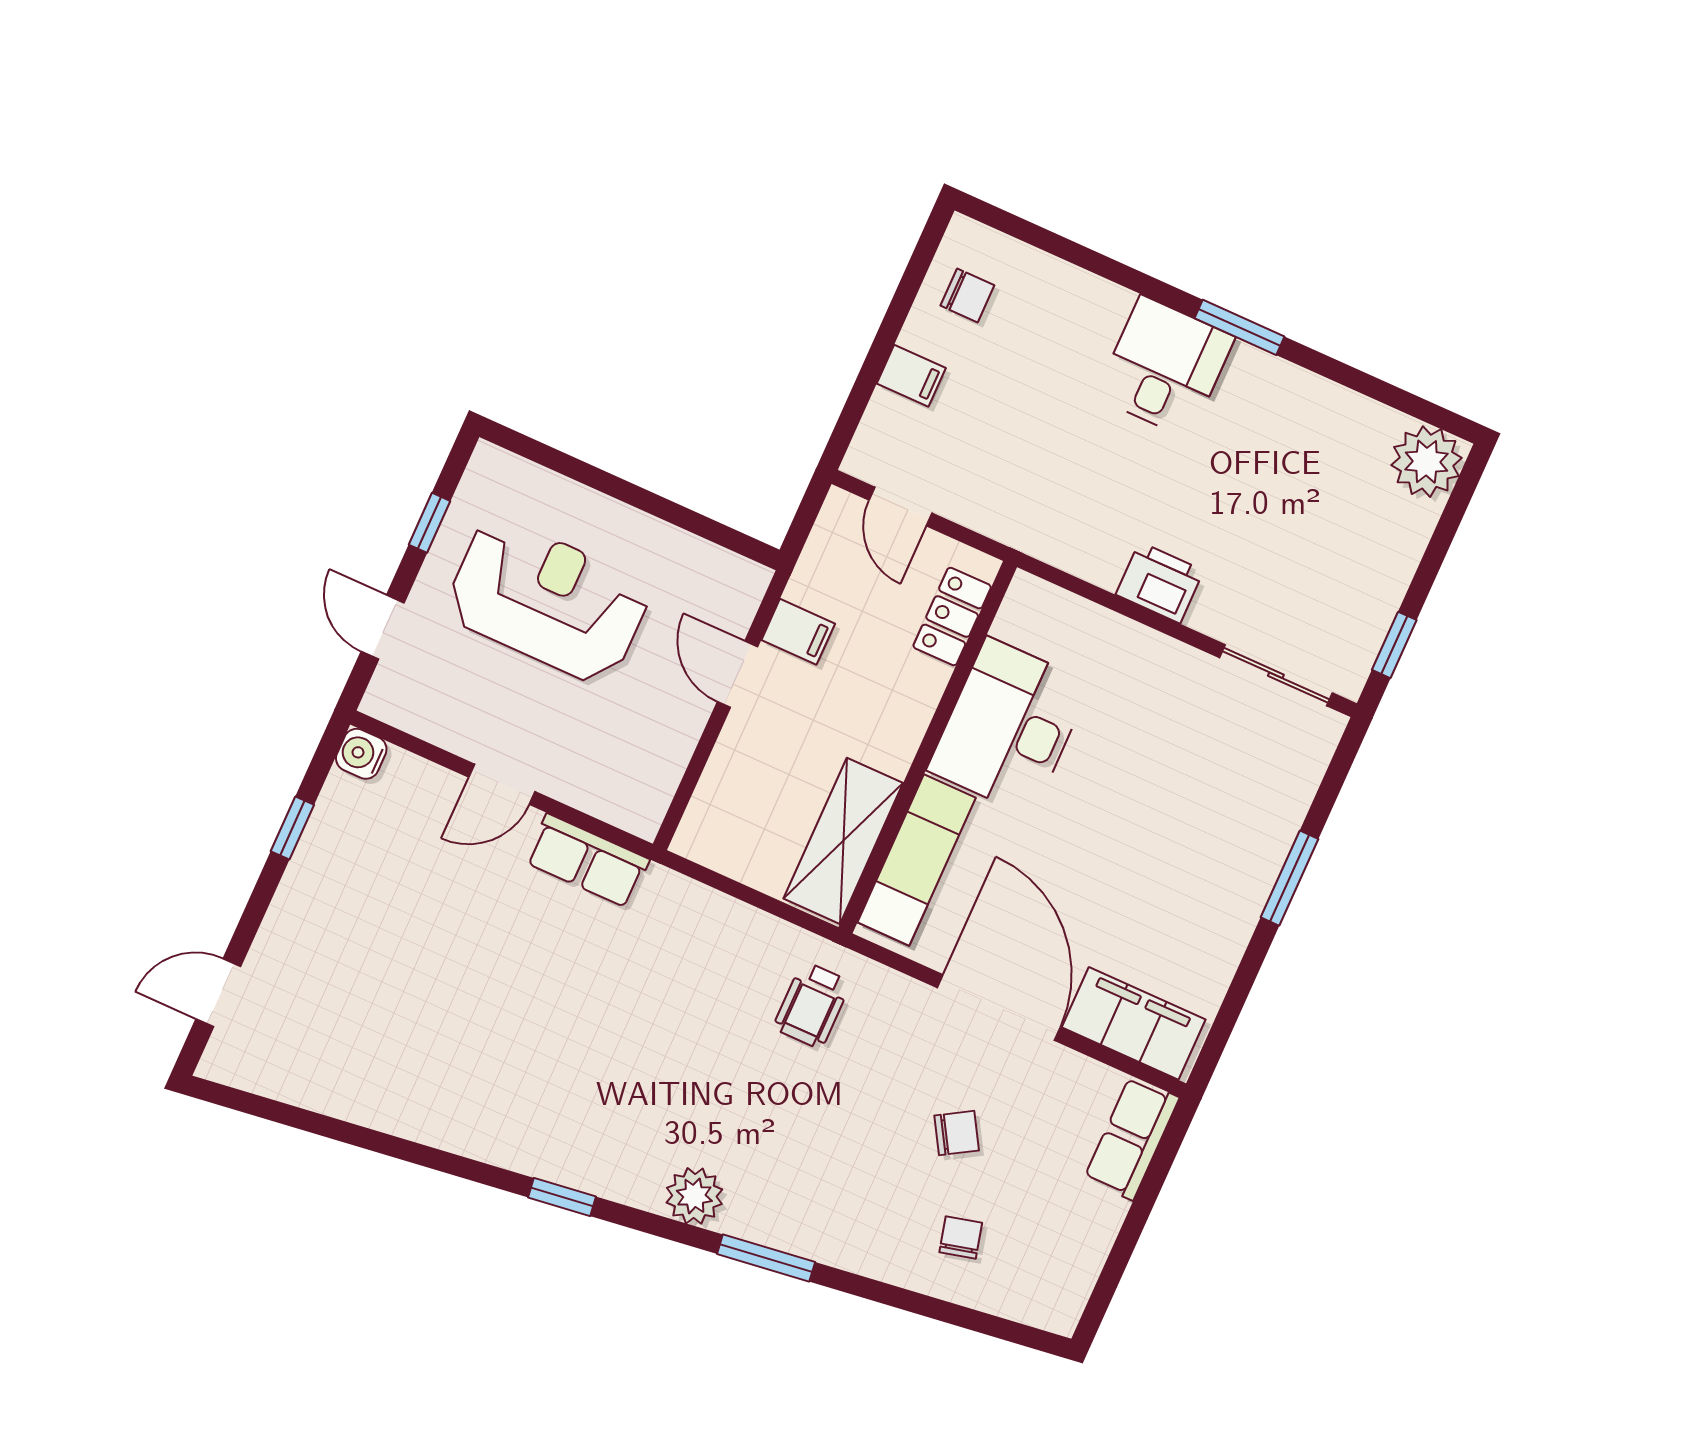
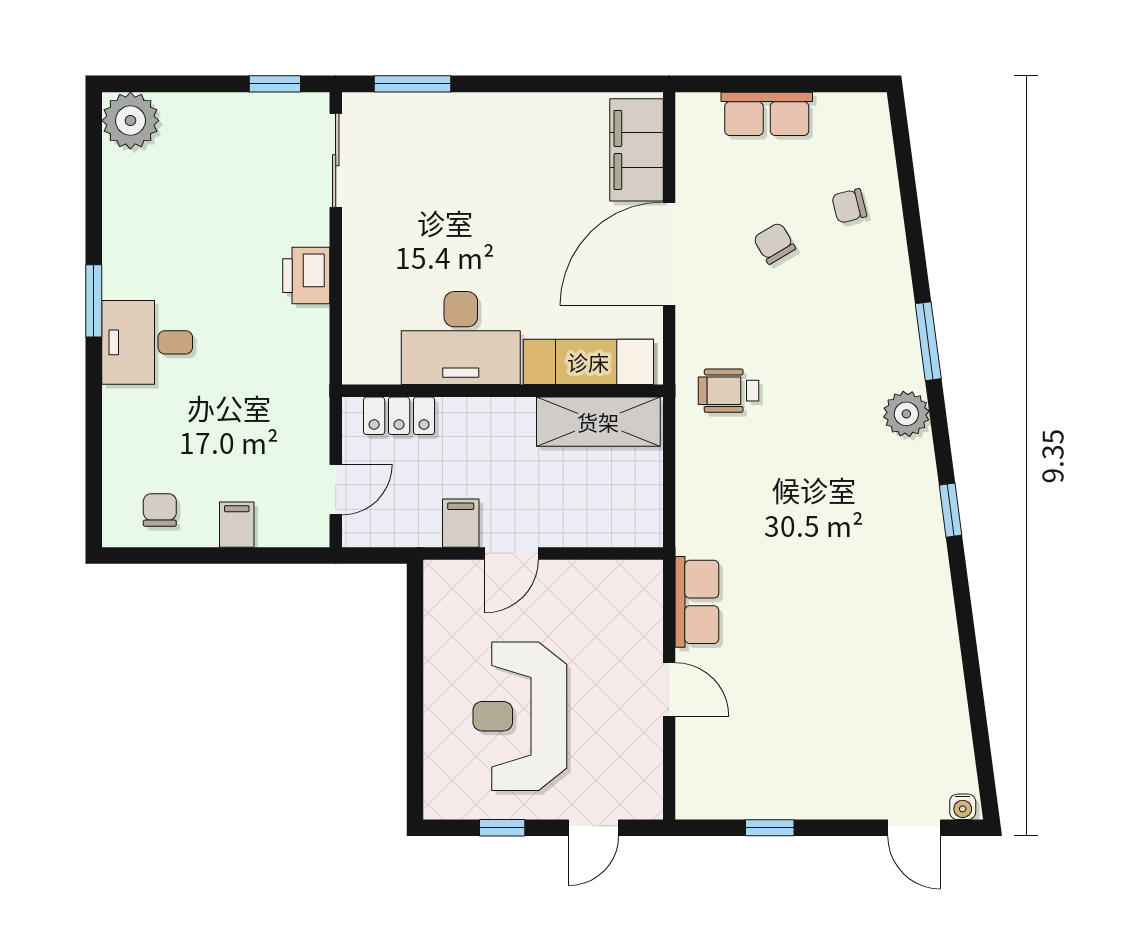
water cooler: (361, 754) -> (963, 807), moved, width x0.72, depth x0.72
window: (1289, 878) -> (412, 84), moved
wheelchair: (812, 1005) -> (728, 391), turned 180
row of seats: (1132, 1138) -> (767, 114), moved

